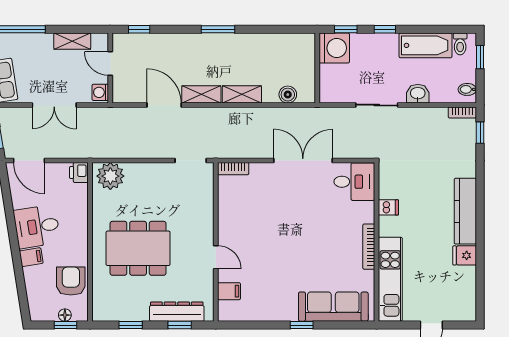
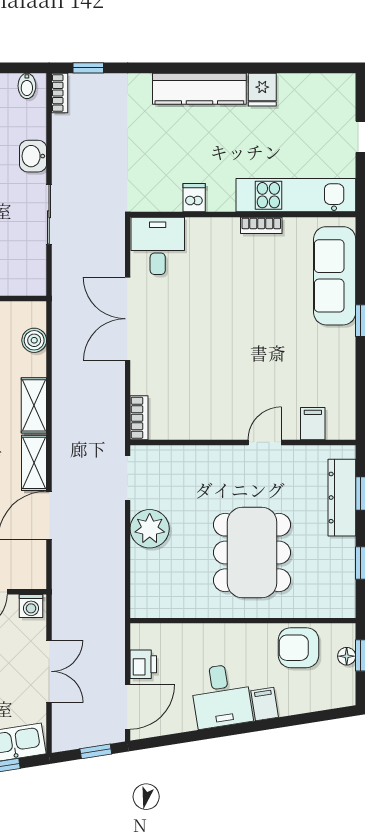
printer: (79, 172) -> (143, 664), moved, turned -90
plant: (110, 176) -> (150, 529), moved
bookcase: (369, 247) -> (261, 225), width x0.64

